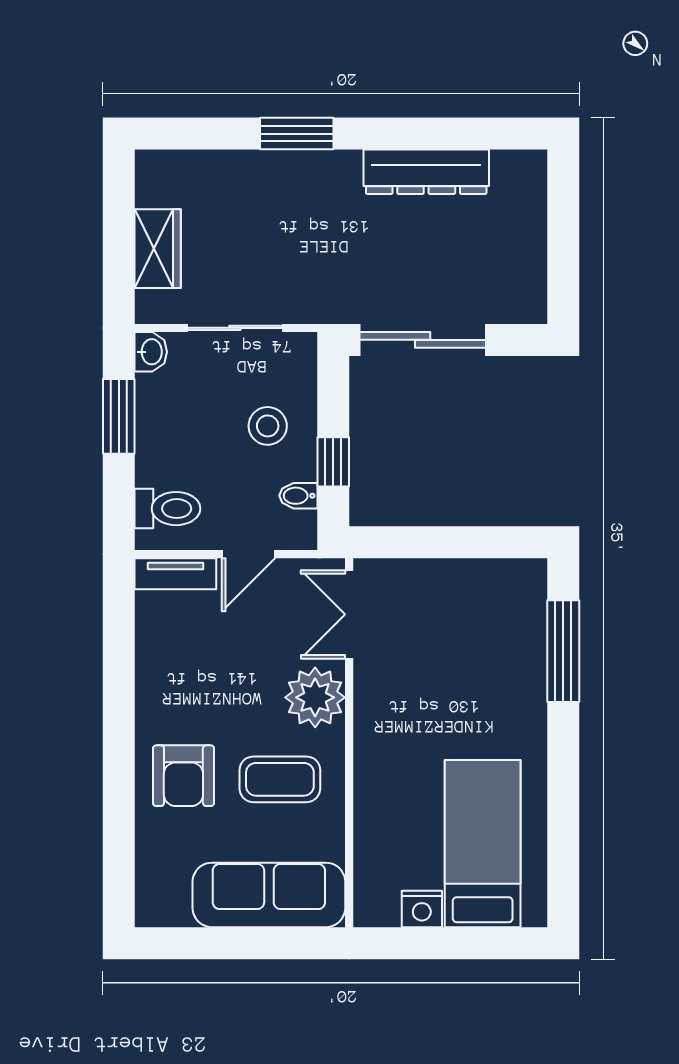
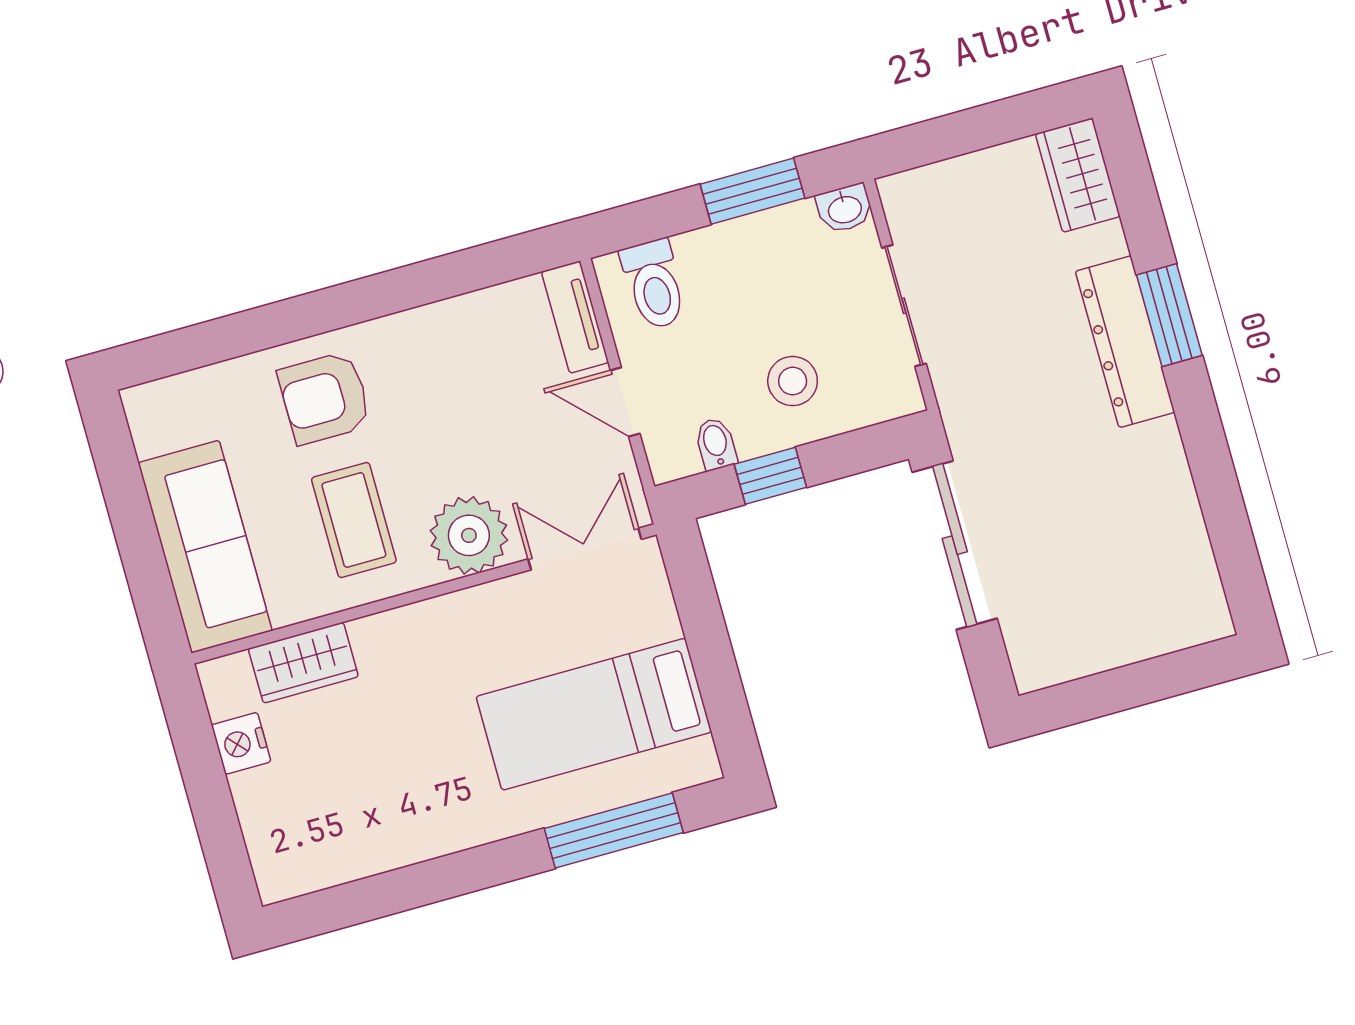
dresser: (426, 172) -> (1125, 342), moved
wardrobe: (158, 249) -> (1078, 175), moved, turned 90
bed: (483, 844) -> (594, 714), moved, turned 180
wardrobe: (375, 846) -> (303, 663), added

